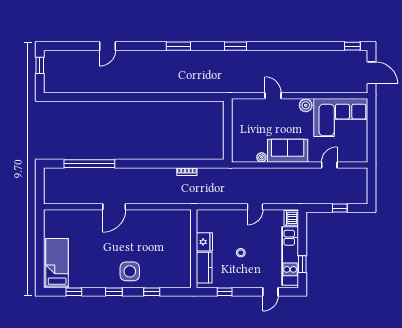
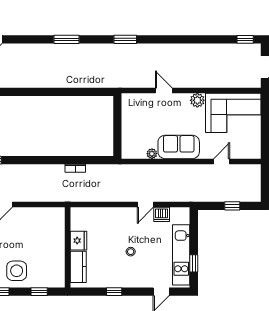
dishwasher: (291, 218) -> (162, 214), moved, turned -90
fridge: (204, 242) -> (79, 241), moved
wall: (194, 249) -> (68, 247), moved
kitchen counter: (204, 268) -> (78, 267), moved

